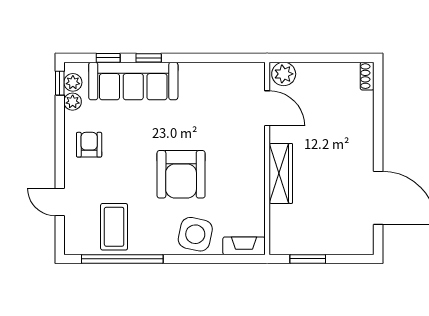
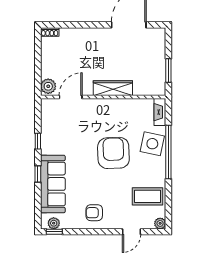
window: (108, 58) -> (38, 141), moved
plant: (73, 102) -> (160, 223), moved
armchair: (181, 174) -> (113, 153), turned -92
window: (122, 259) -> (168, 152), moved

